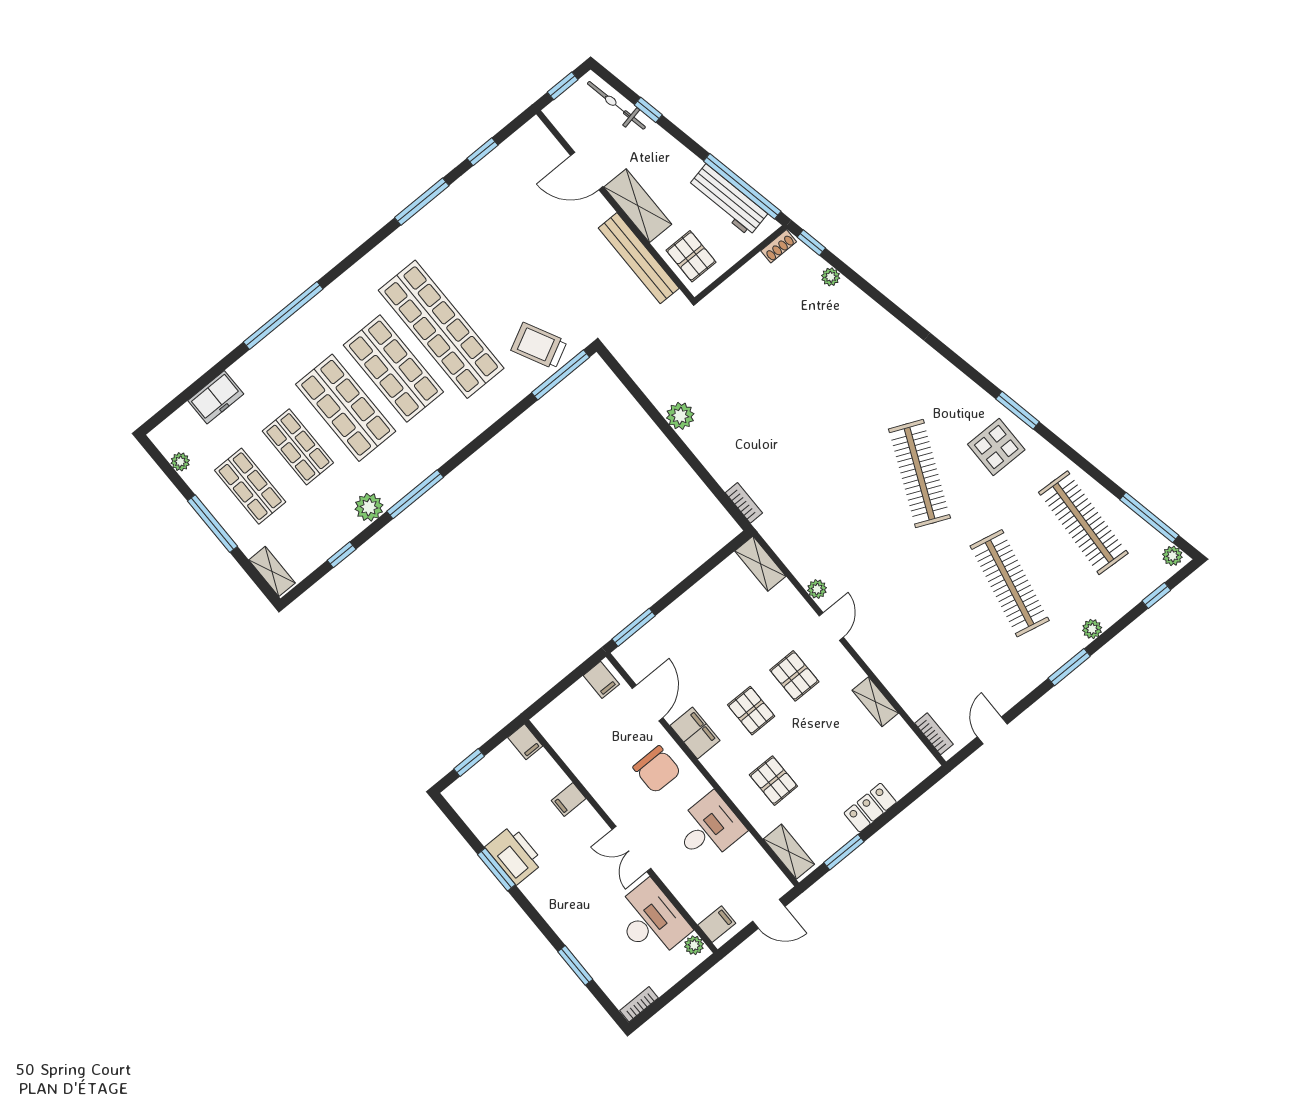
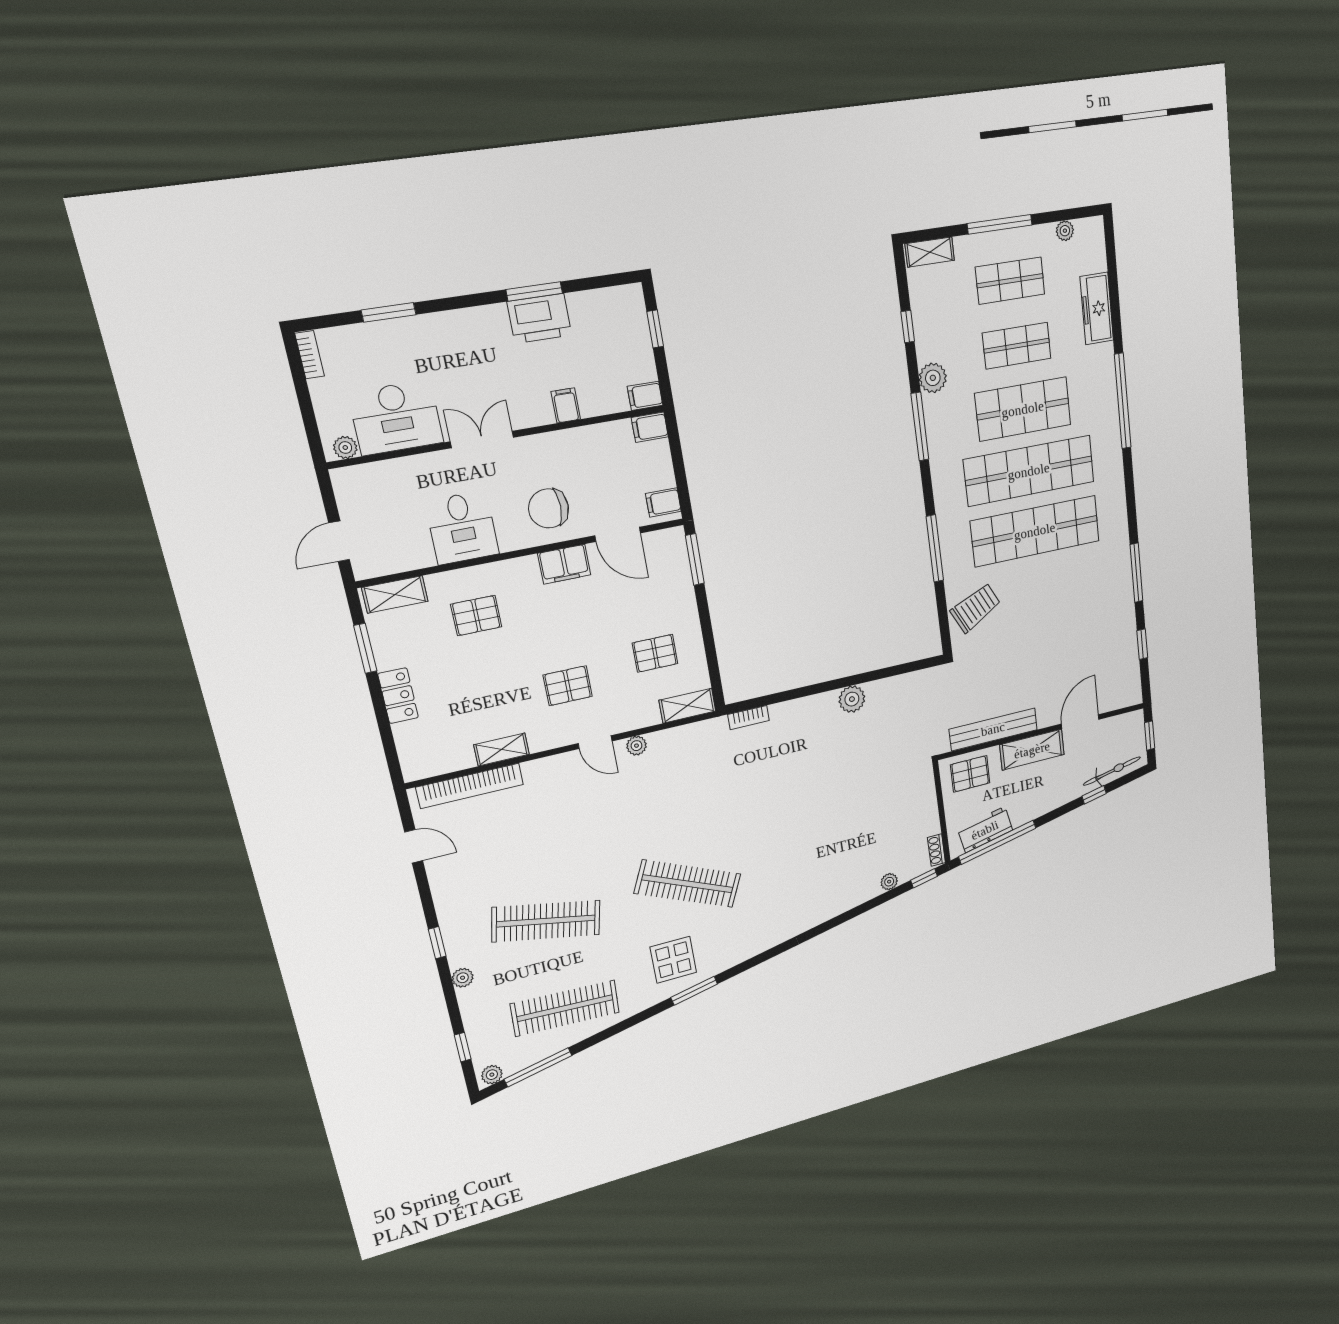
workbench: (728, 200) -> (985, 830), width x0.73
shop shelf: (393, 368) -> (1029, 471), width x1.40
window: (561, 375) -> (935, 548), moved
freezer: (216, 397) -> (1097, 309), width x1.40
window: (1069, 667) -> (437, 943), width x0.67
pallet: (751, 711) -> (655, 653), moved
bookcase: (934, 734) -> (470, 786), width x2.31, depth x1.31
filing cabinet: (717, 924) -> (650, 427), moved, turned 90

